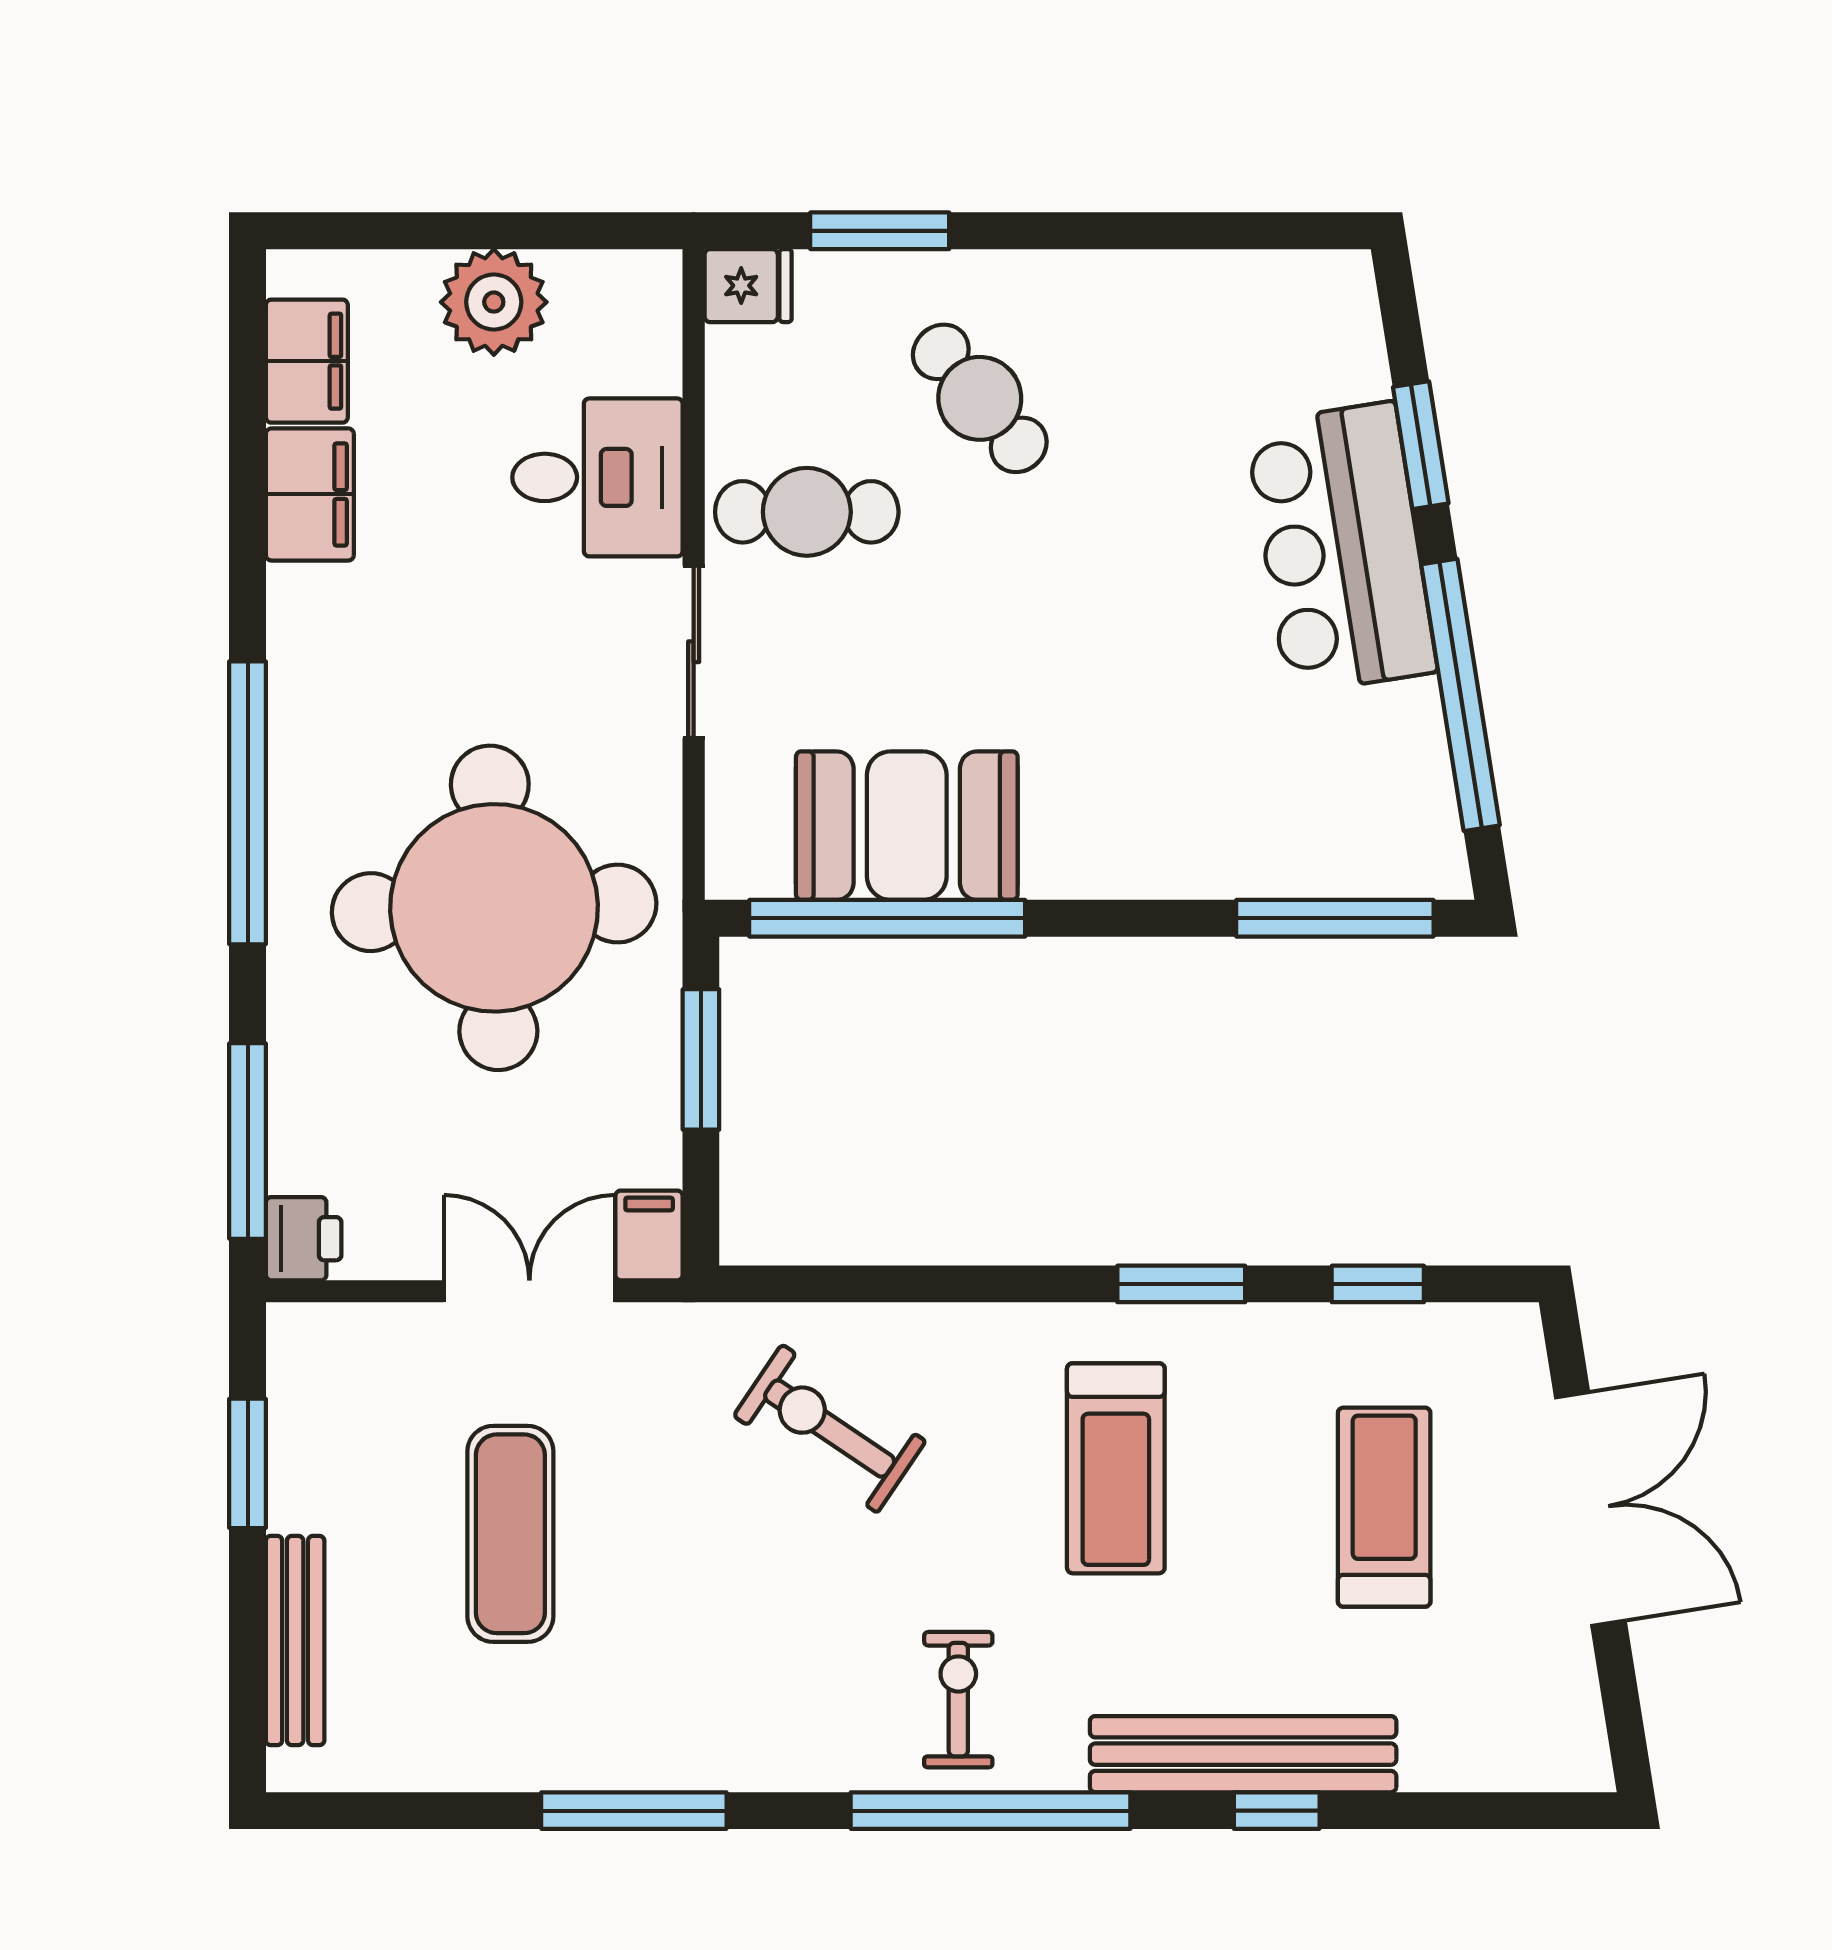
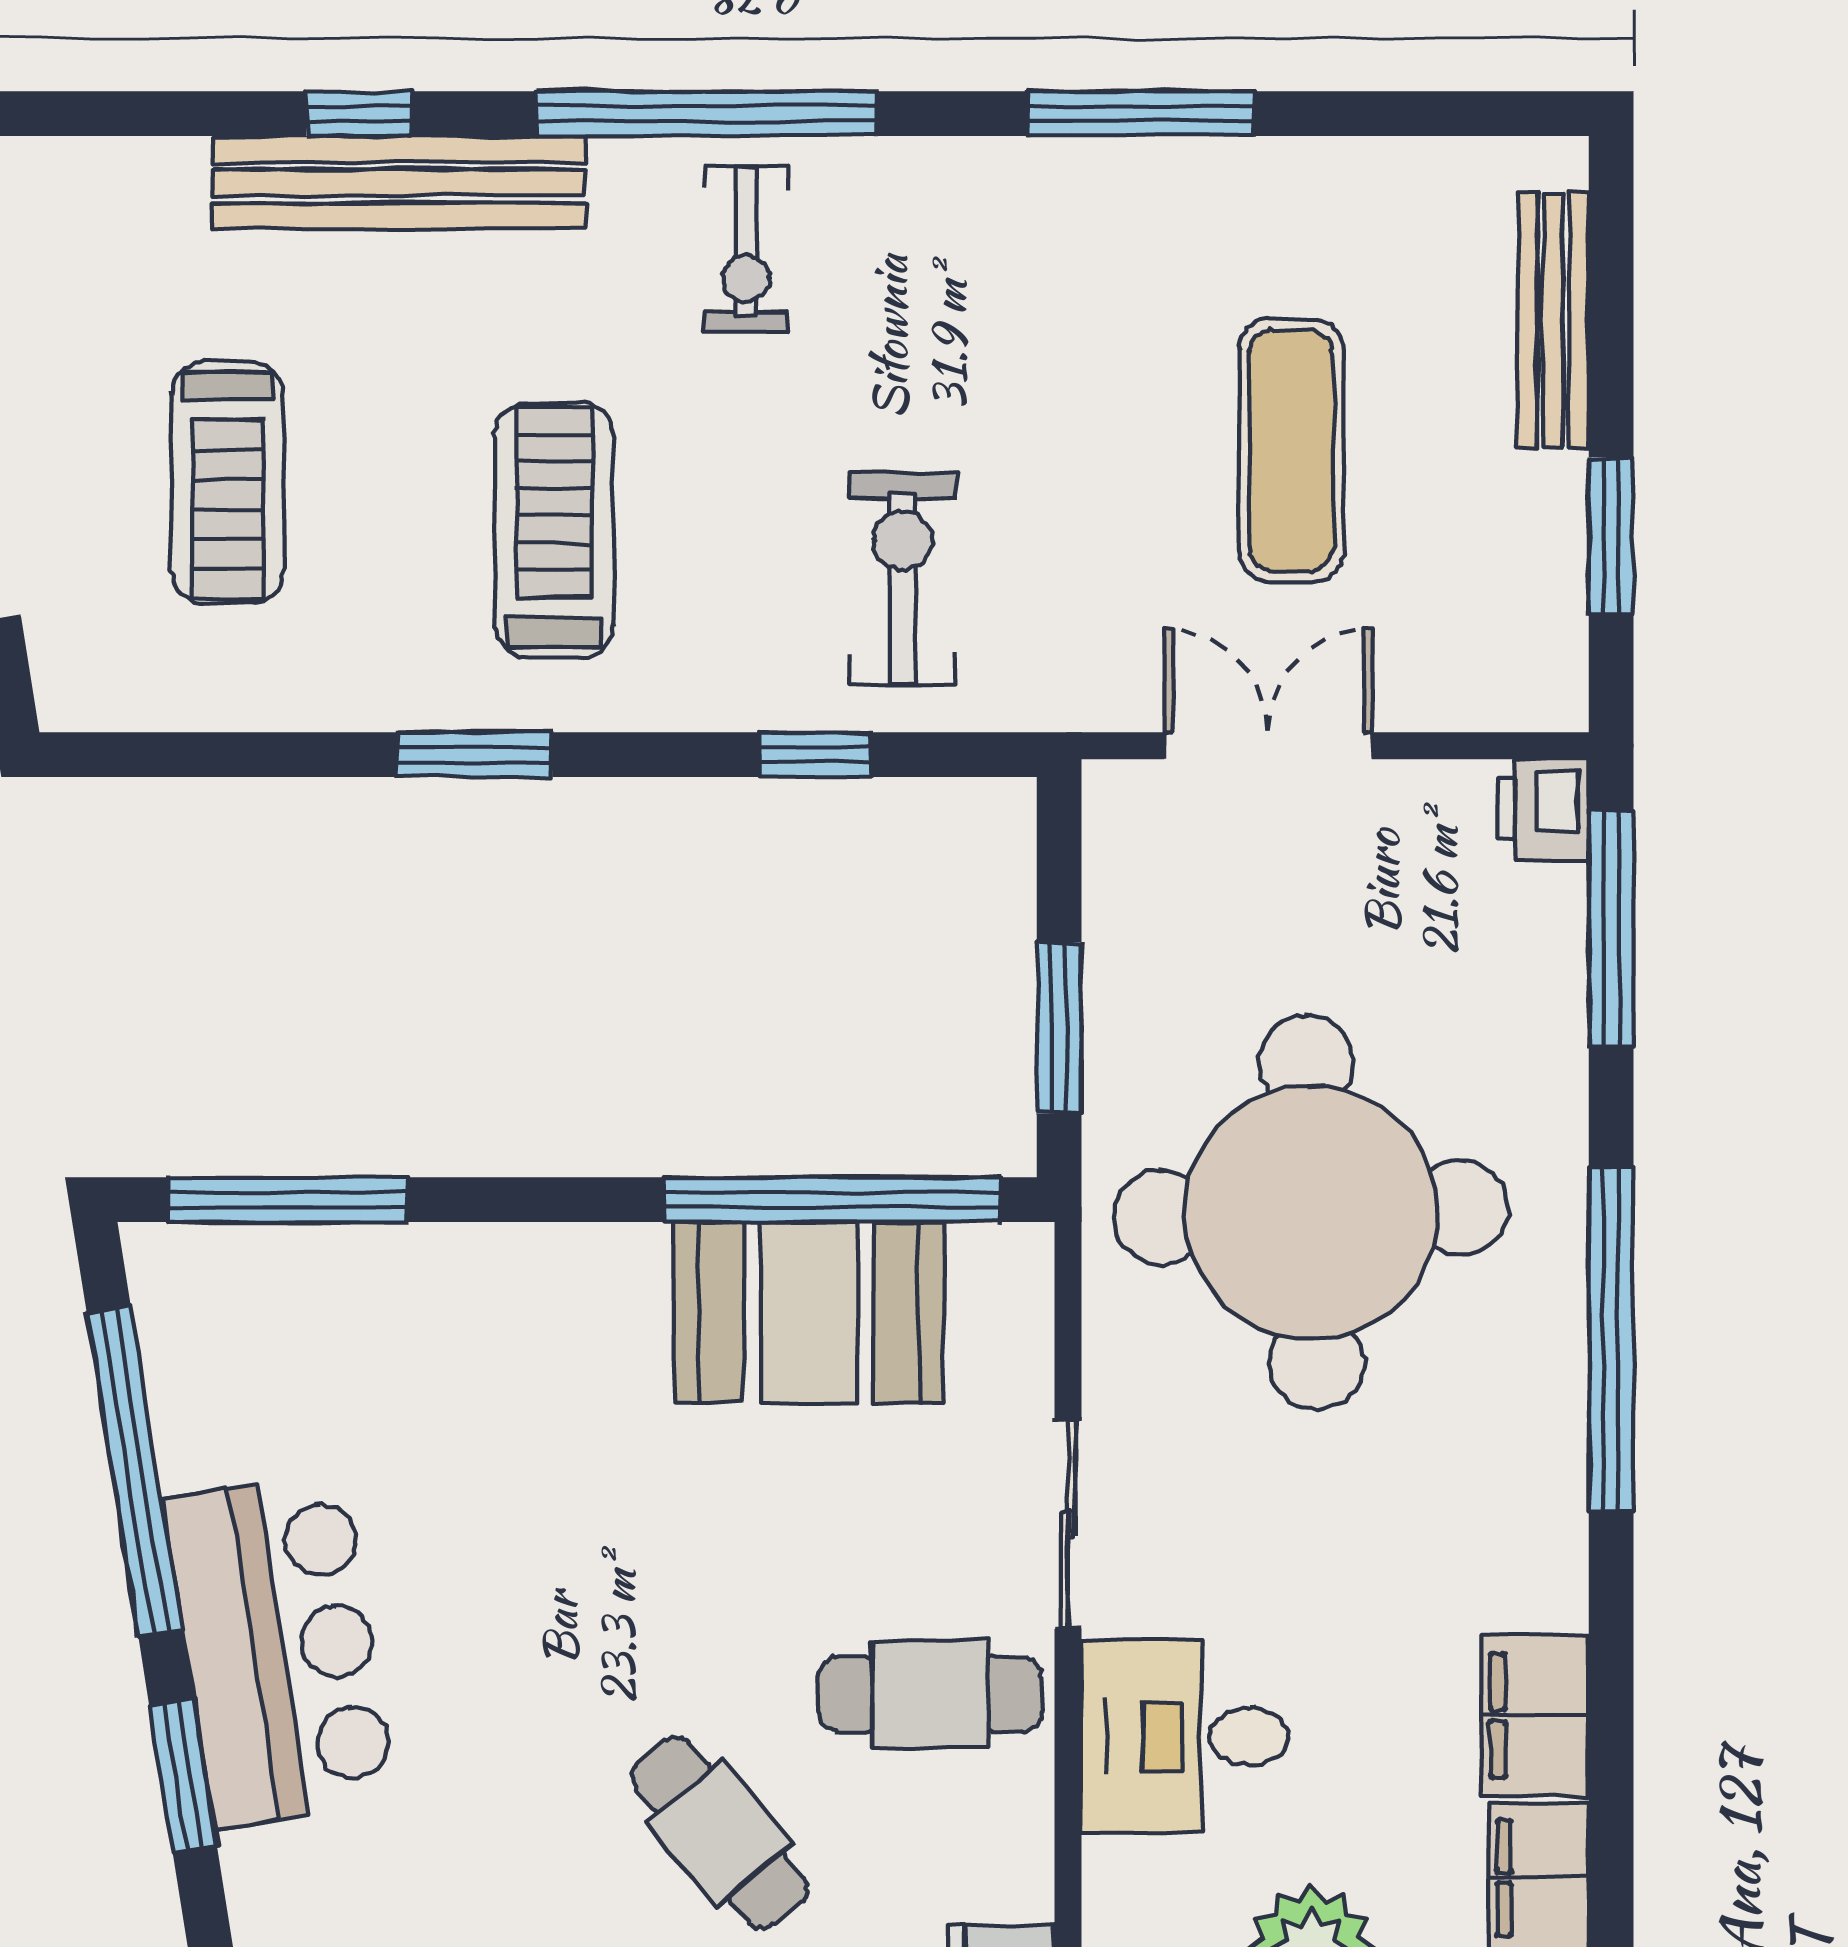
filing cabinet: (649, 1235) -> (1122, 814), removed
window: (1378, 1284) -> (816, 755), moved
double door: (529, 1291) -> (1268, 746), swing flipped
exercise bike: (830, 1429) -> (903, 579), turned -124

